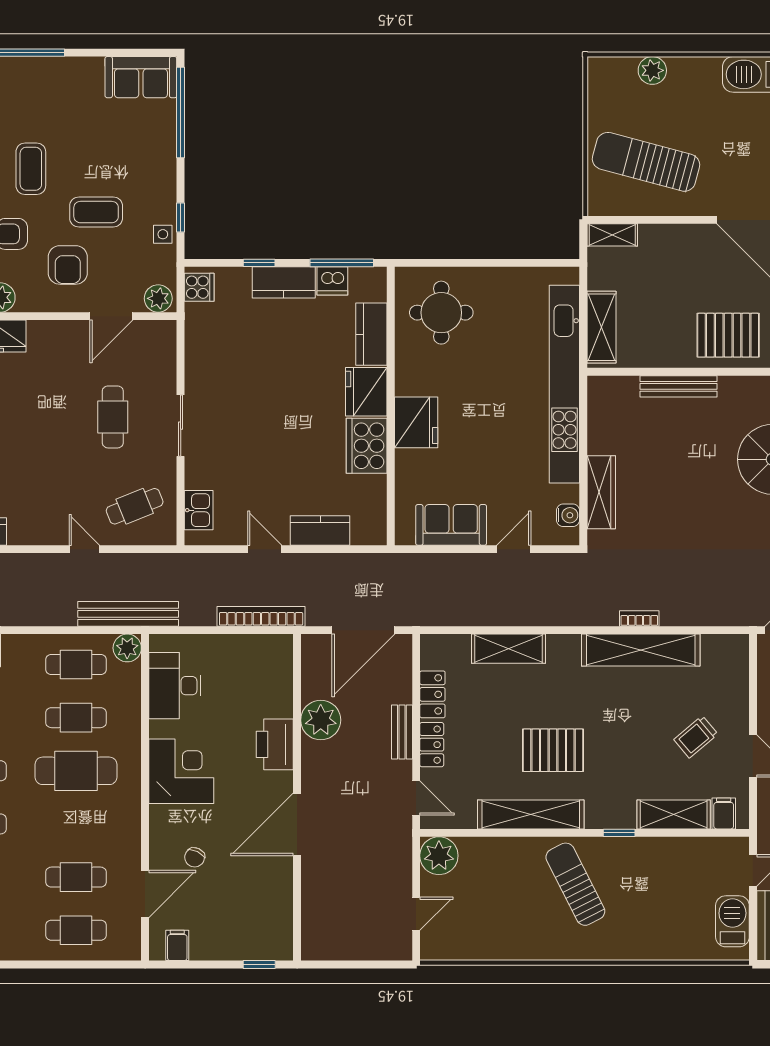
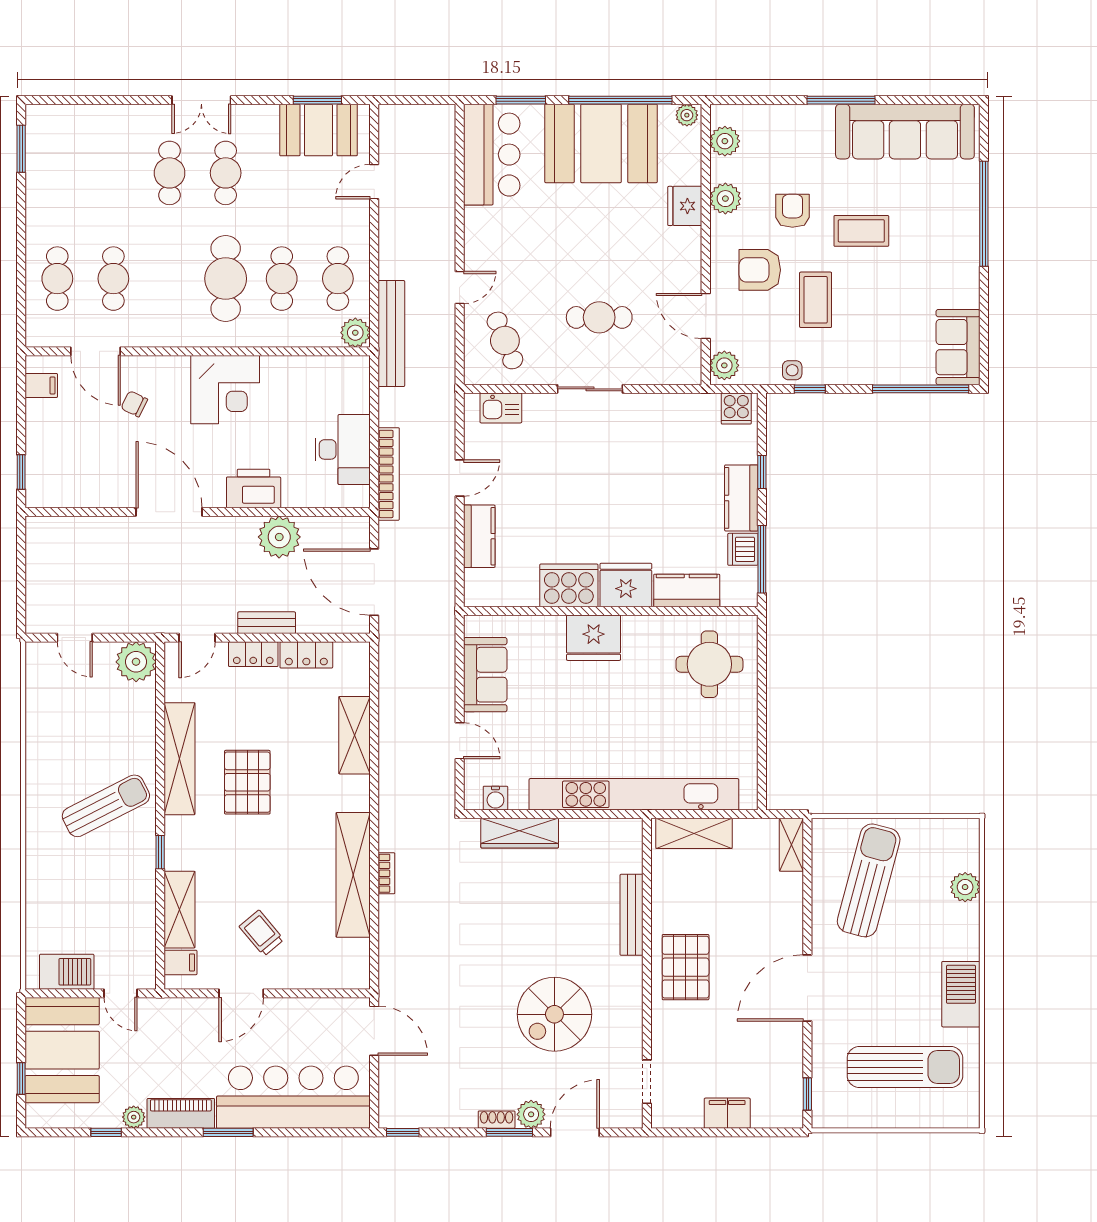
desk: (175, 686) -> (343, 449), moved, turned 90

